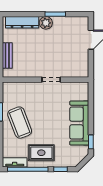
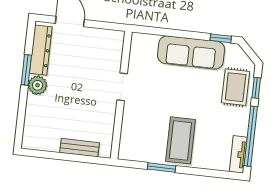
dresser: (22, 22) -> (41, 50), moved
coffee table: (20, 123) -> (180, 140), turned -69
rug: (41, 153) -> (236, 87), moved

